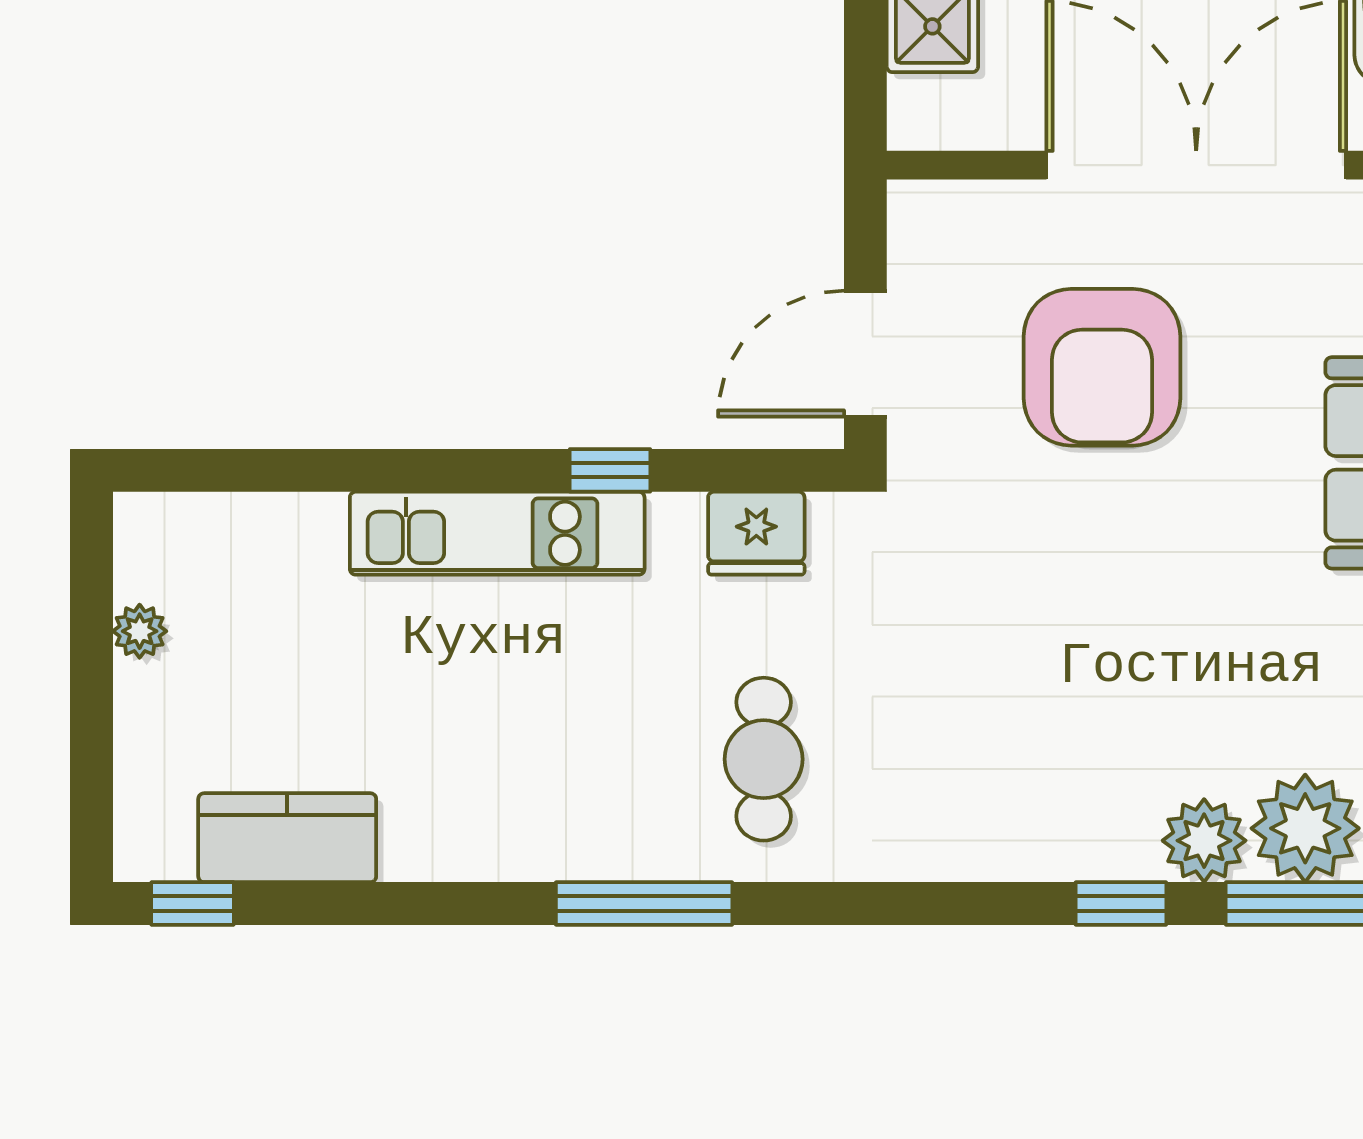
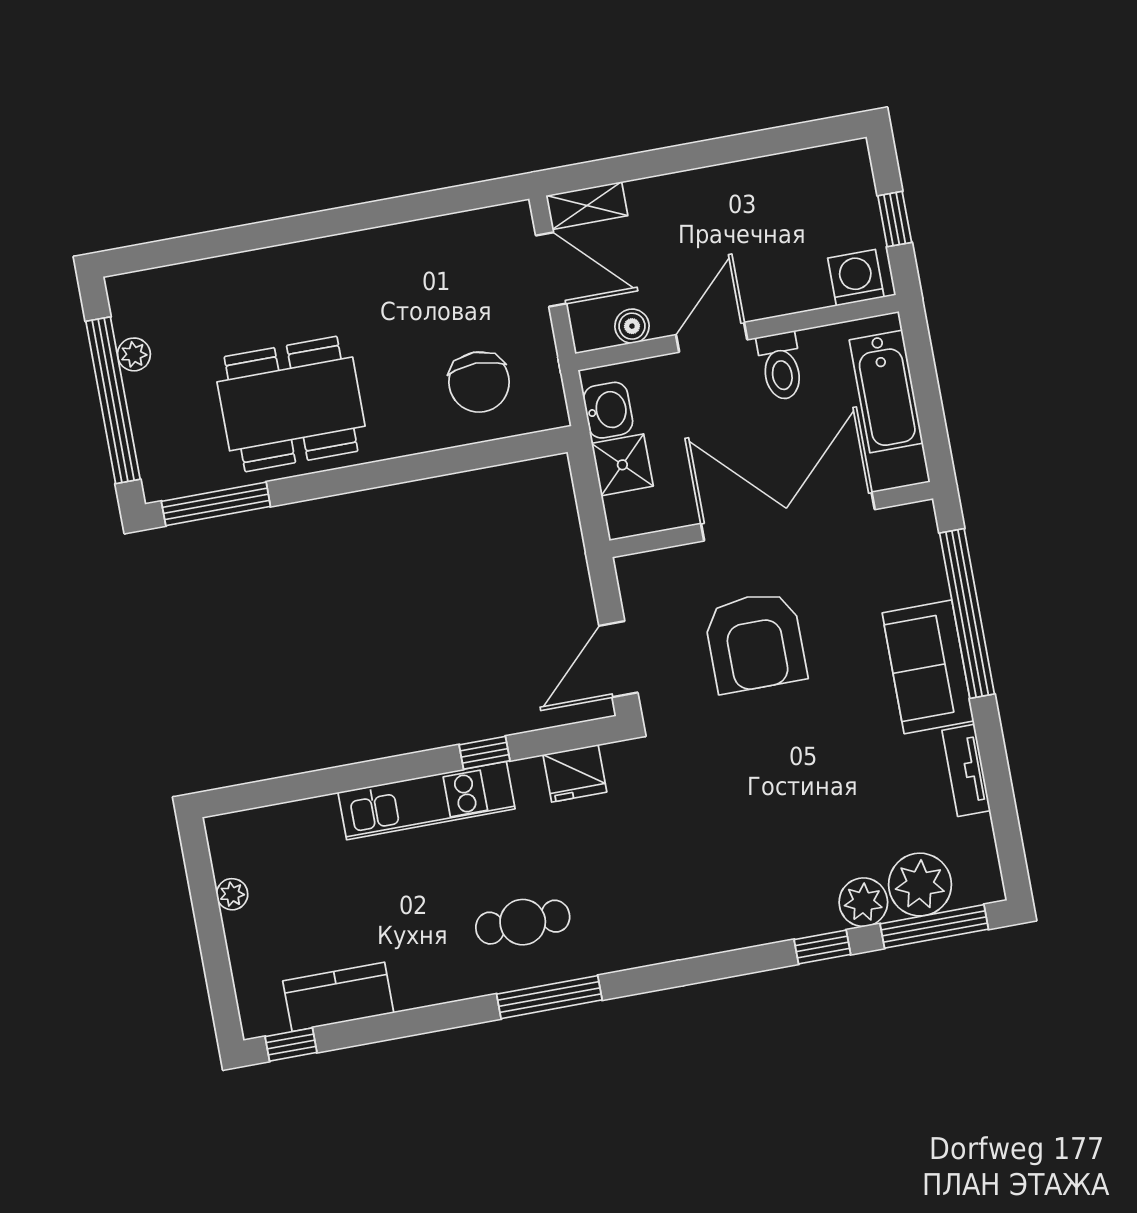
cafe table: (764, 759) -> (523, 922), moved, turned 90

